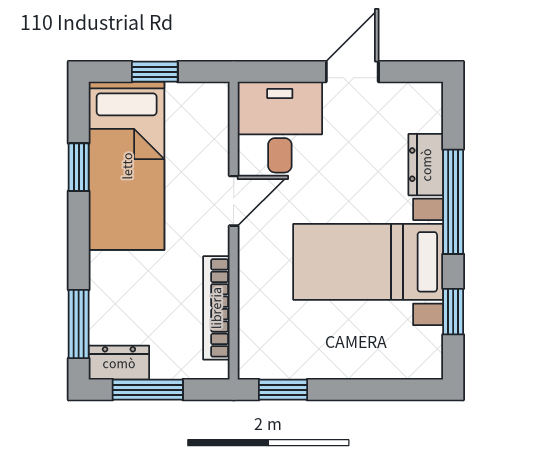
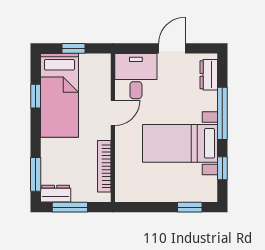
dresser: (426, 165) -> (209, 75), moved
window: (283, 390) -> (190, 207), moved

